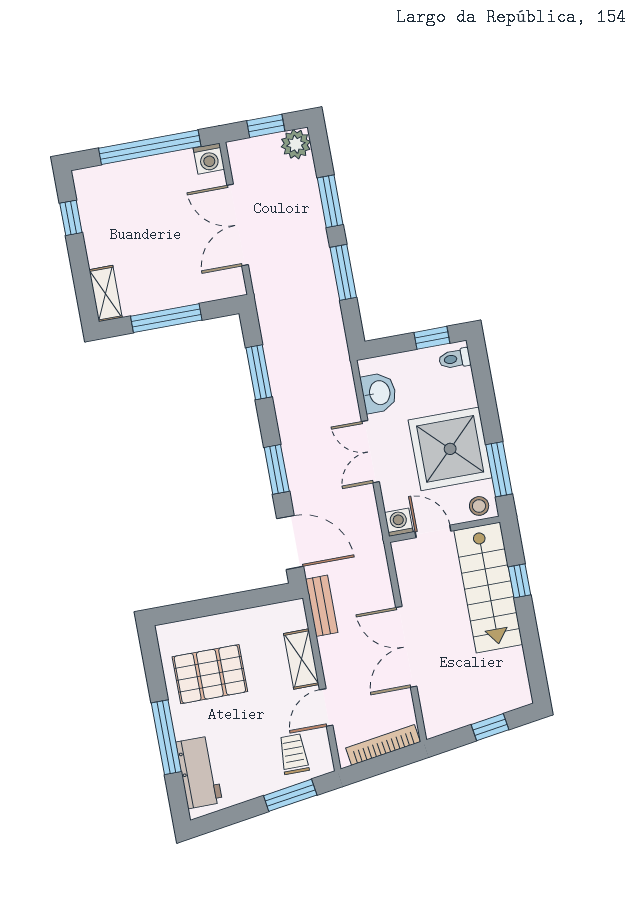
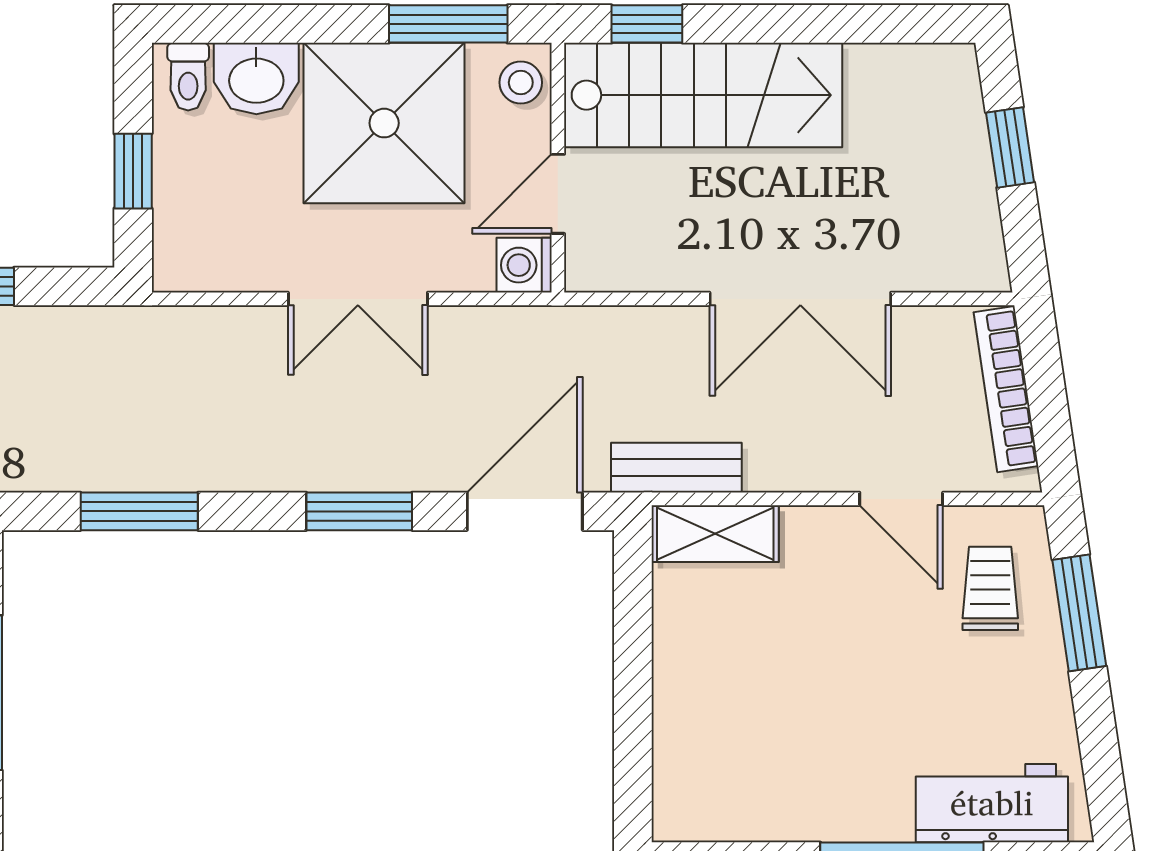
window: (432, 338) -> (133, 171), moved
washbasin: (379, 393) -> (256, 79), moved, turned 180
window: (520, 581) -> (647, 24), moved
shelving: (301, 659) -> (715, 534), moved
pallet: (210, 674) -> (781, 740), removed
trolley: (294, 754) -> (990, 588), turned 90

